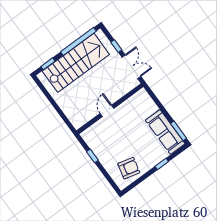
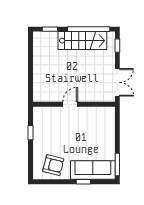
window: (116, 46) -> (117, 46), moved
stairs: (76, 63) -> (82, 41), width x0.73, depth x0.66
sofa: (165, 132) -> (93, 170), moved, turned 90

